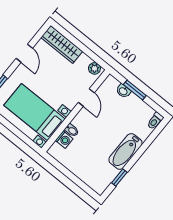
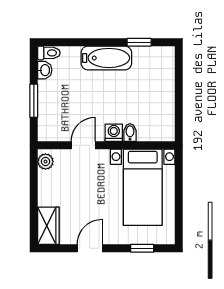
wardrobe: (62, 44) -> (48, 226), width x0.67
washbasin: (123, 91) -> (45, 70), moved
washing machine: (64, 140) -> (114, 133), moved

